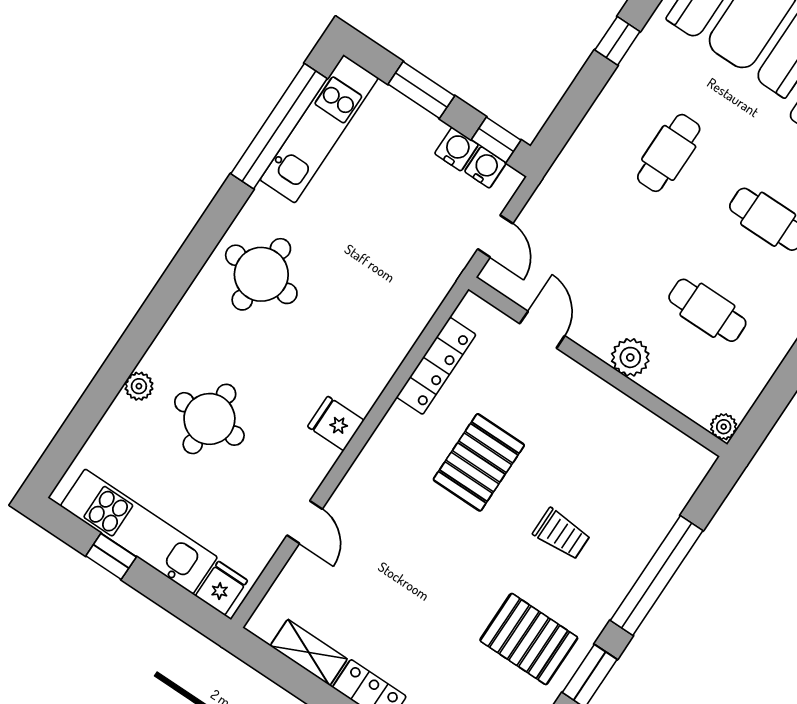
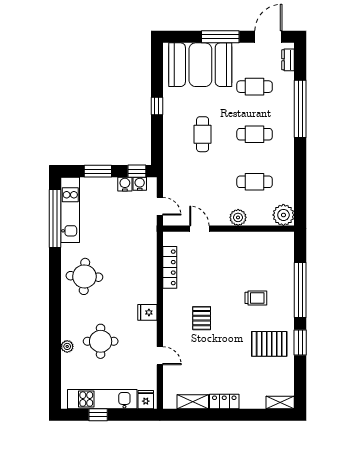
plant: (724, 427) -> (283, 215), width x1.87, depth x1.87
pallet: (479, 462) -> (202, 318), moved, width x0.67, depth x0.71

